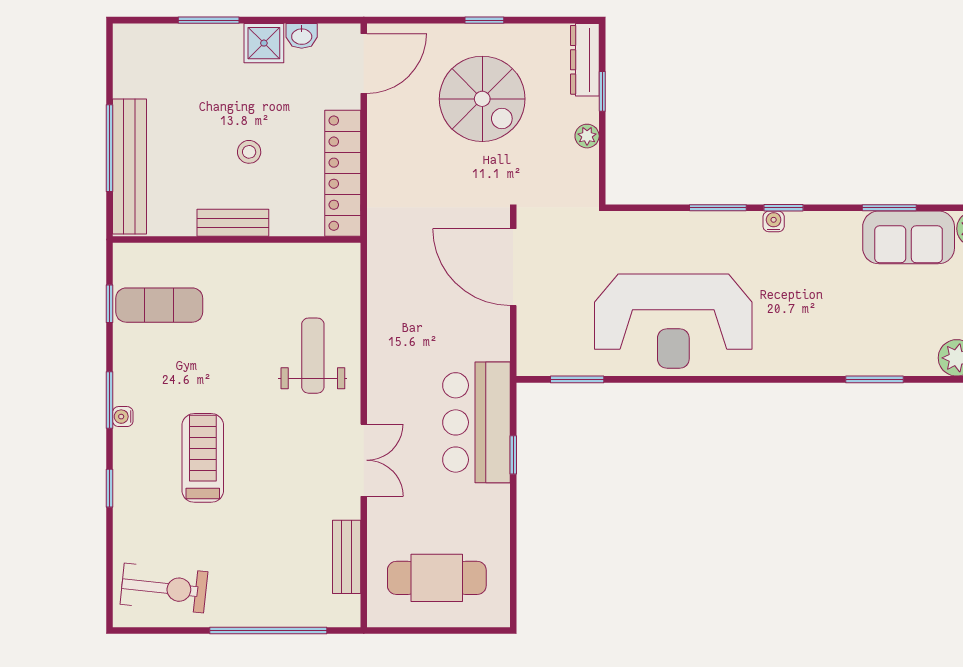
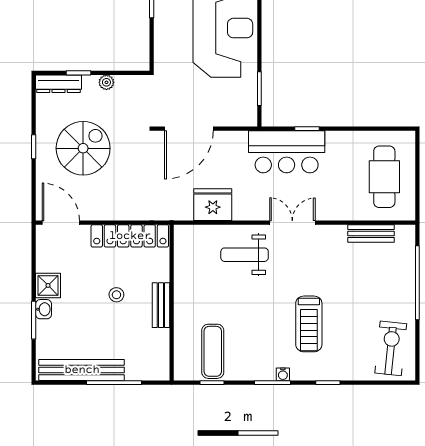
washbasin: (302, 36) -> (44, 309), moved
bench: (129, 166) -> (82, 370), moved
fridge: (392, 305) -> (213, 205), added
treadmill: (203, 458) -> (309, 324), turned -90
double door: (364, 460) -> (292, 223), moved

